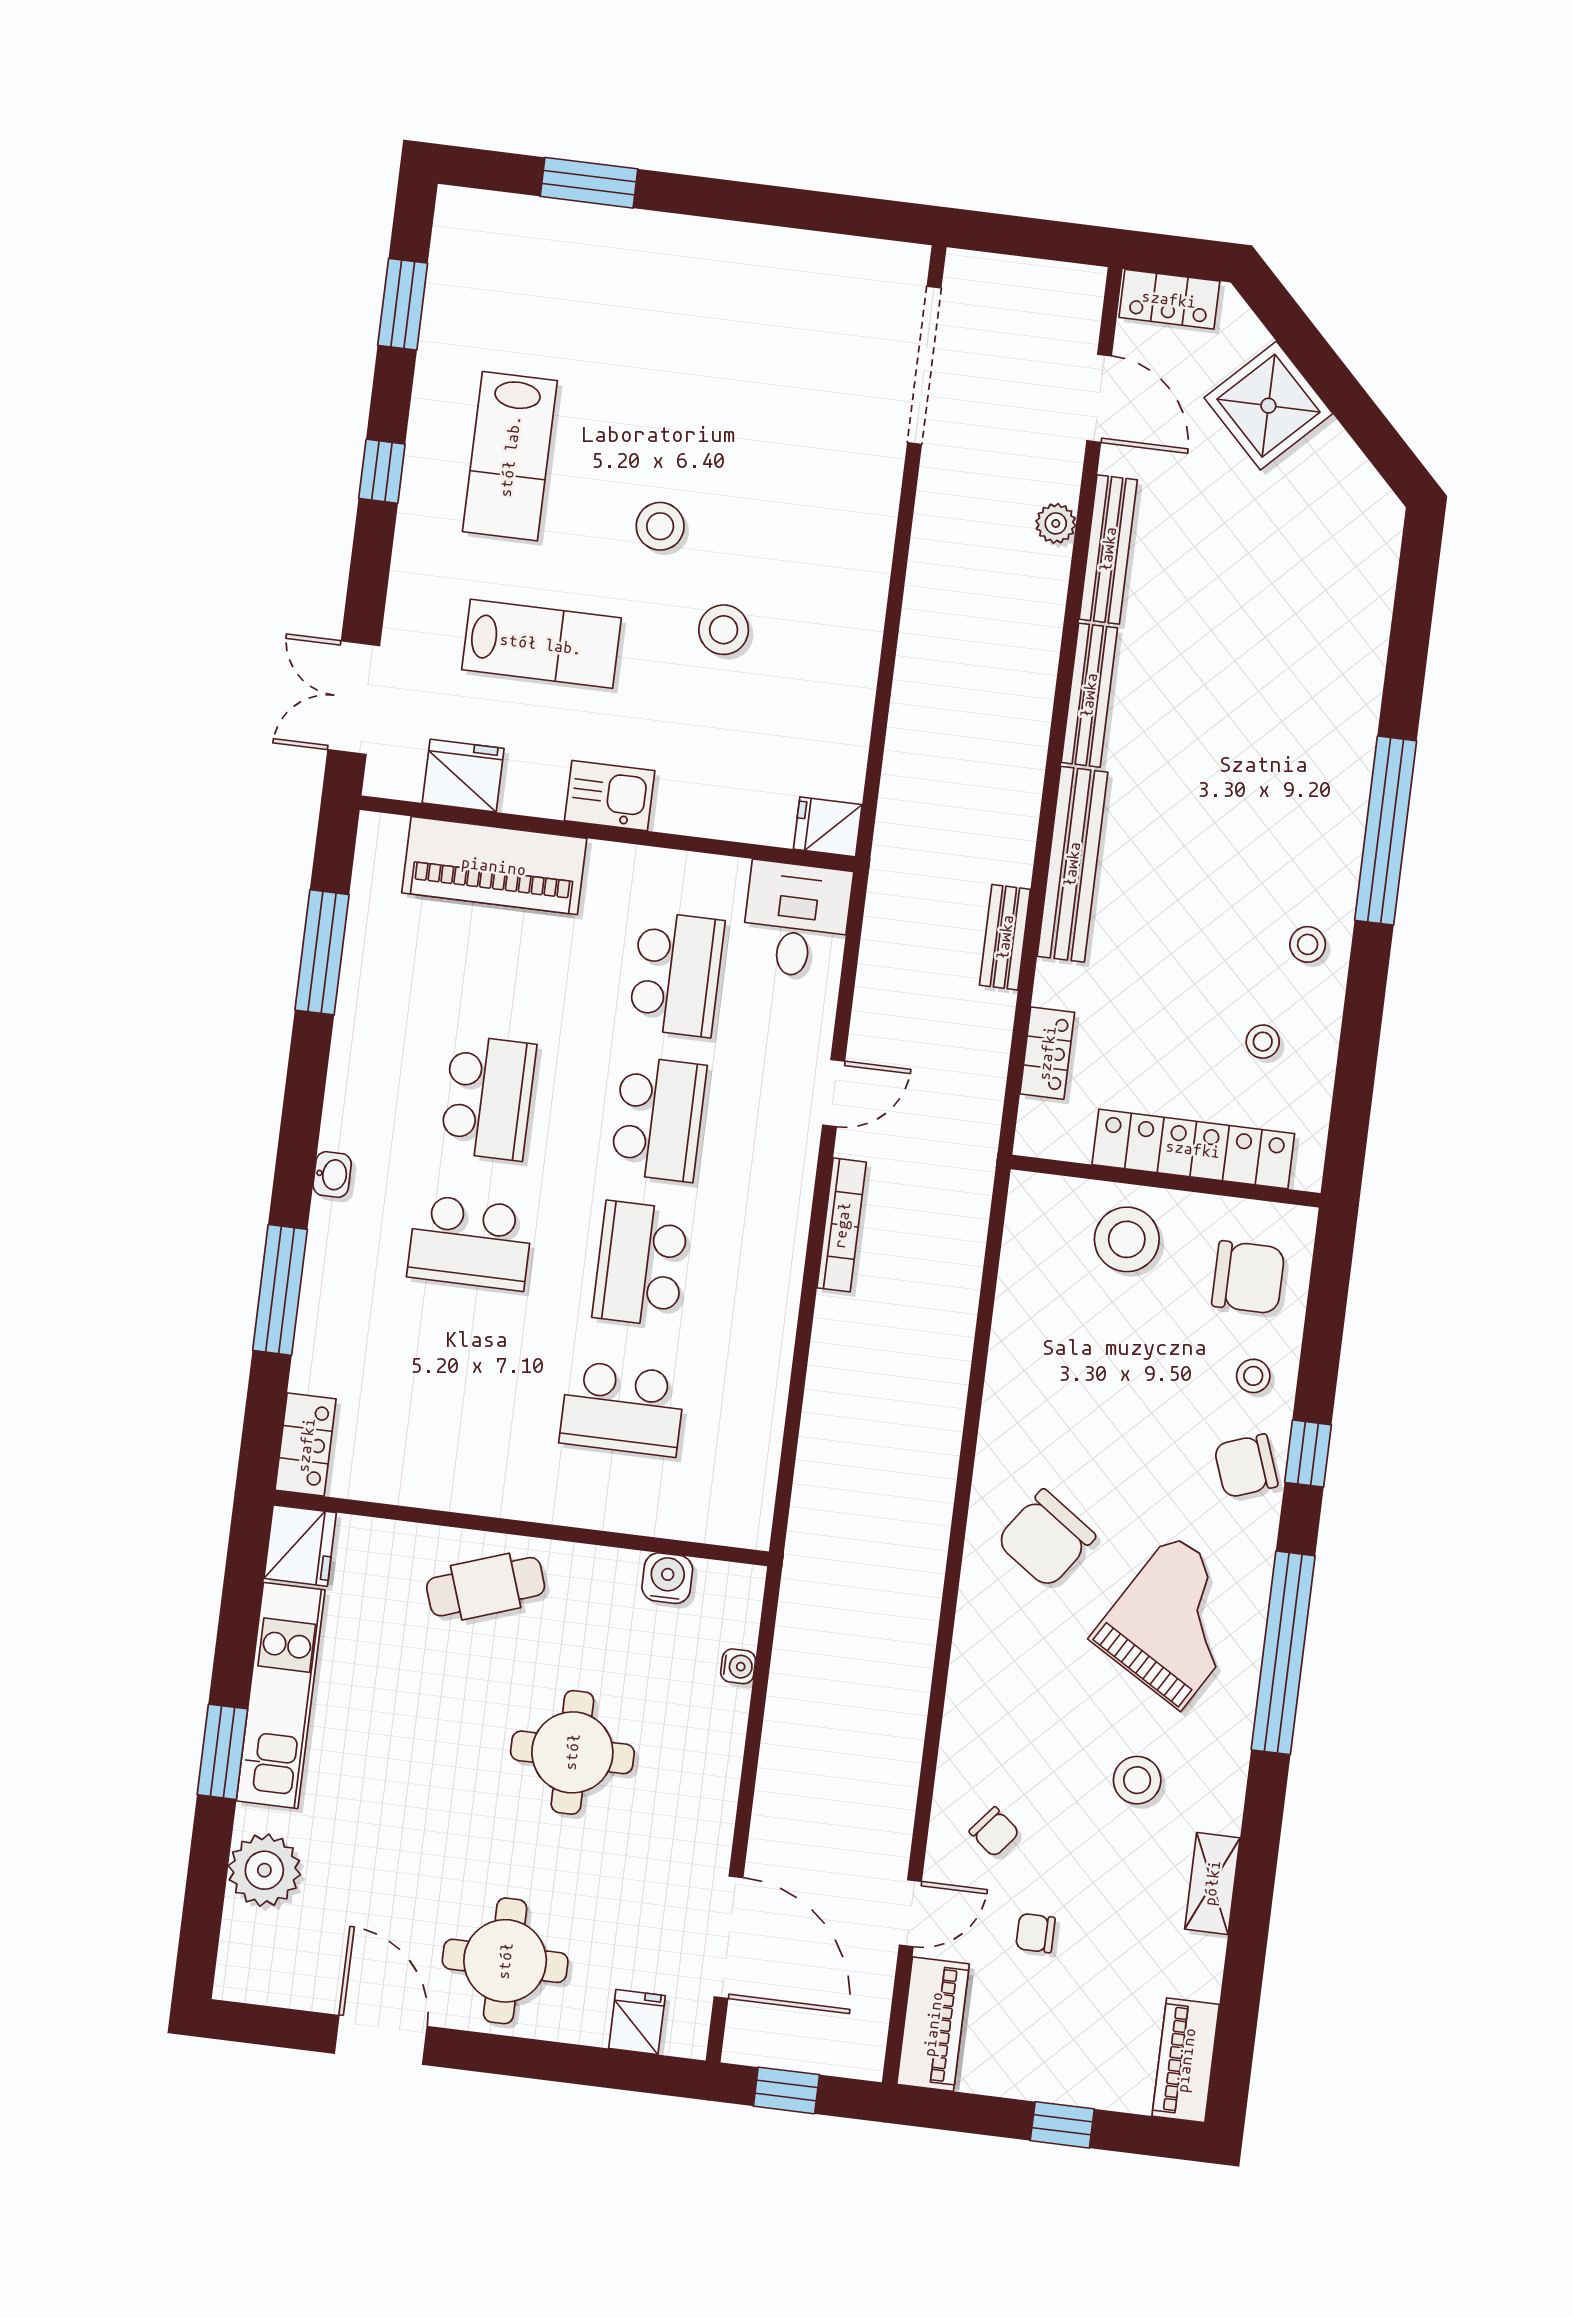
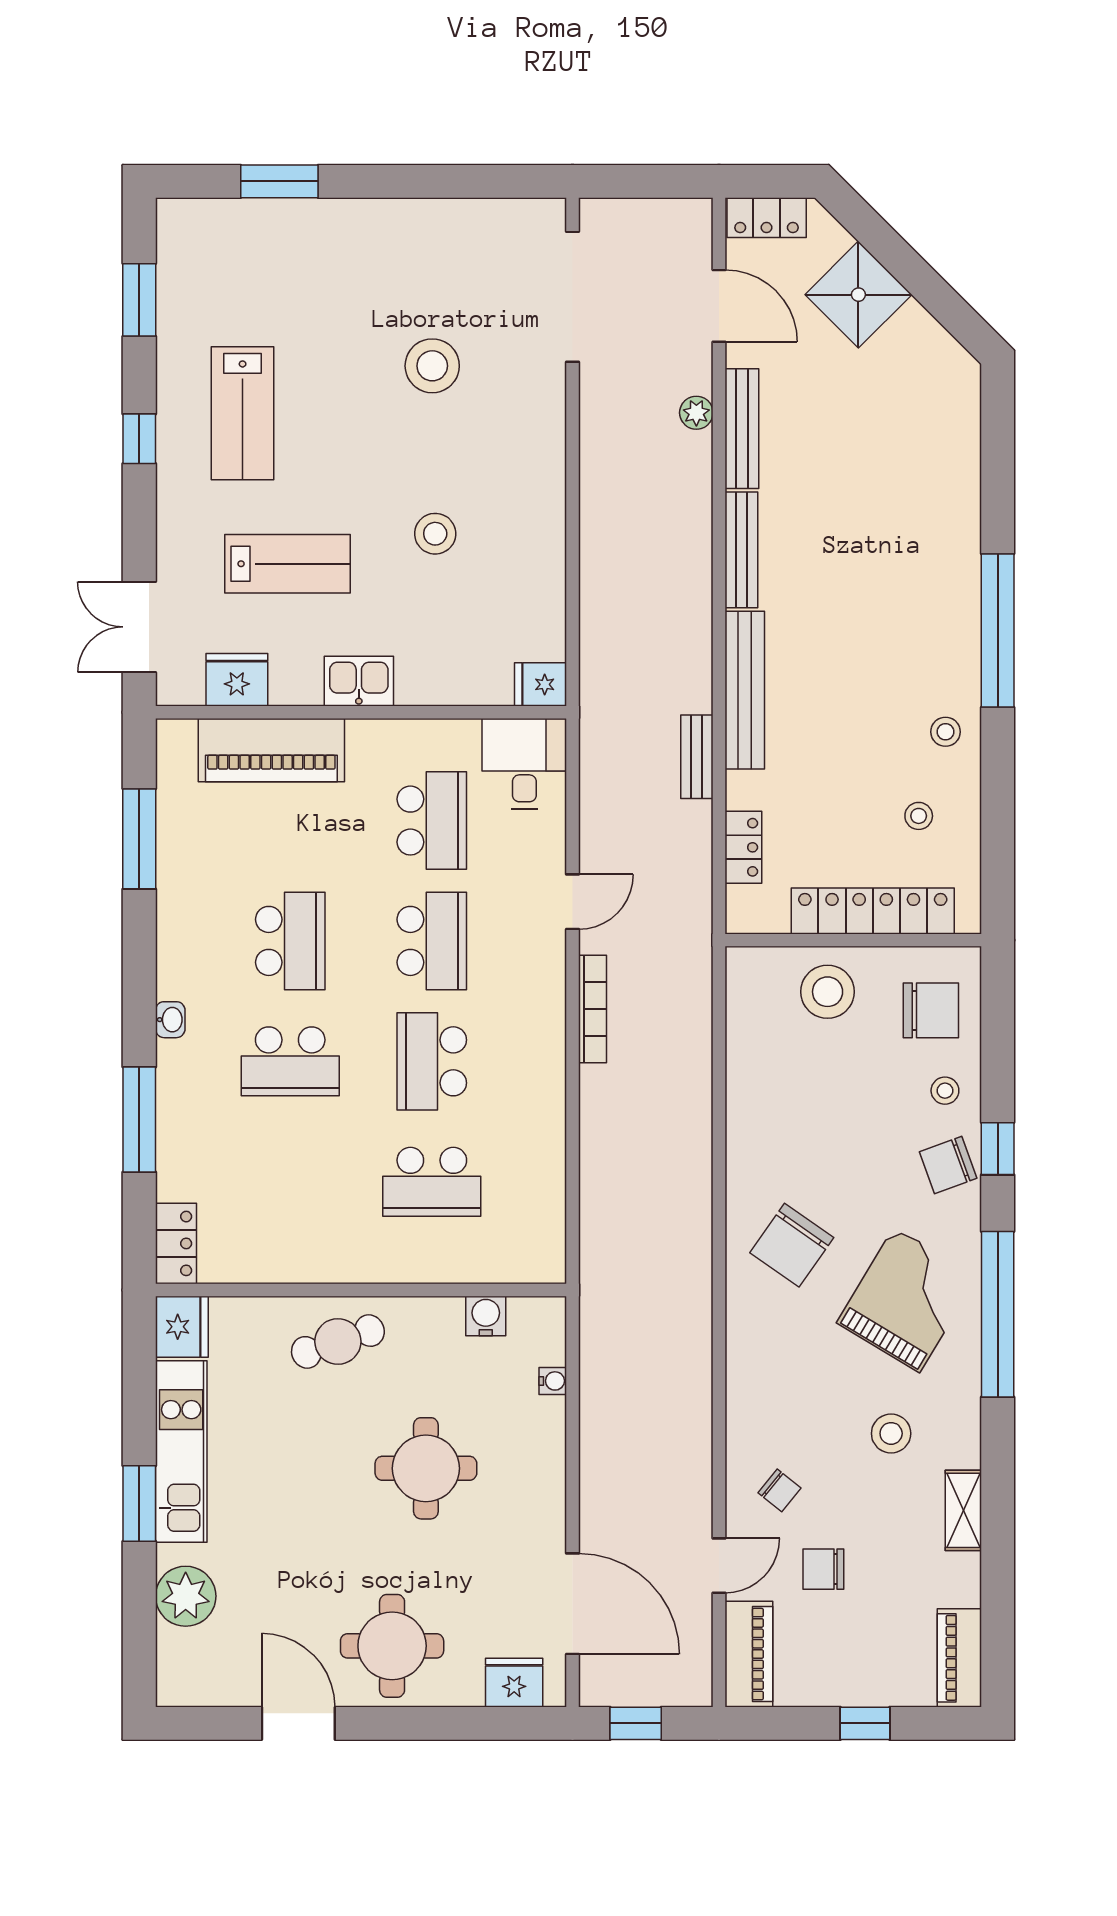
stool: (660, 526) -> (432, 366), moved, width x1.38, depth x1.38
chair: (1035, 1933) -> (823, 1569), width x1.37, depth x1.37
fridge: (637, 2022) -> (514, 1683), width x1.38

